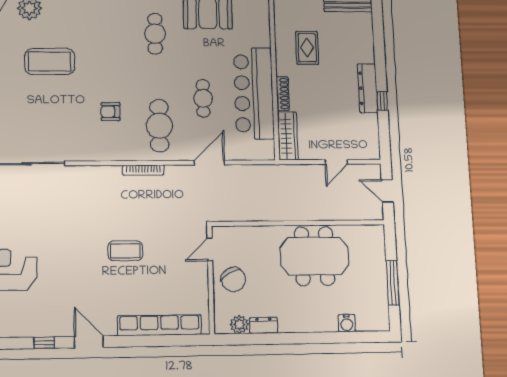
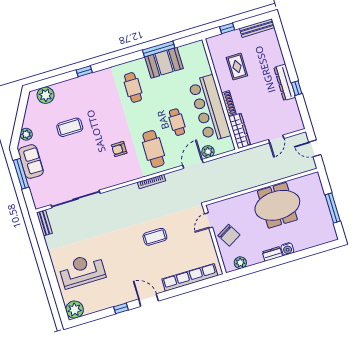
coffee table: (50, 61) -> (70, 127), width x0.73, depth x0.76
plant: (236, 152) -> (208, 152), added
water cooler: (347, 323) -> (287, 249), moved
dresser: (264, 325) -> (272, 254), moved

